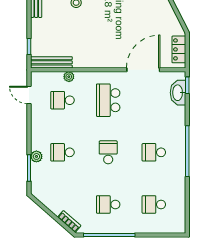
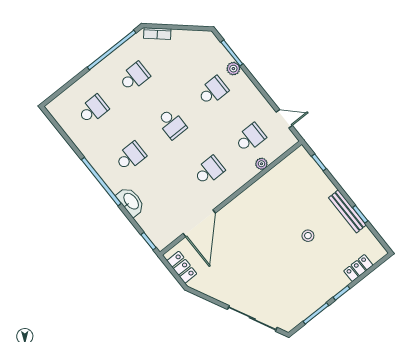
bench: (51, 62) -> (287, 164), removed
washbasin: (178, 93) -> (131, 202), moved
school desk: (108, 100) -> (209, 171), width x0.54

